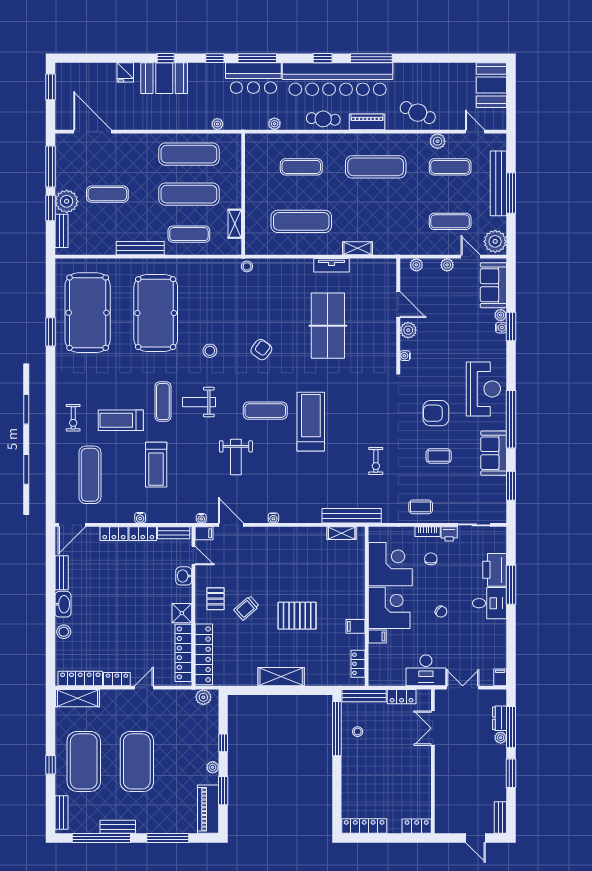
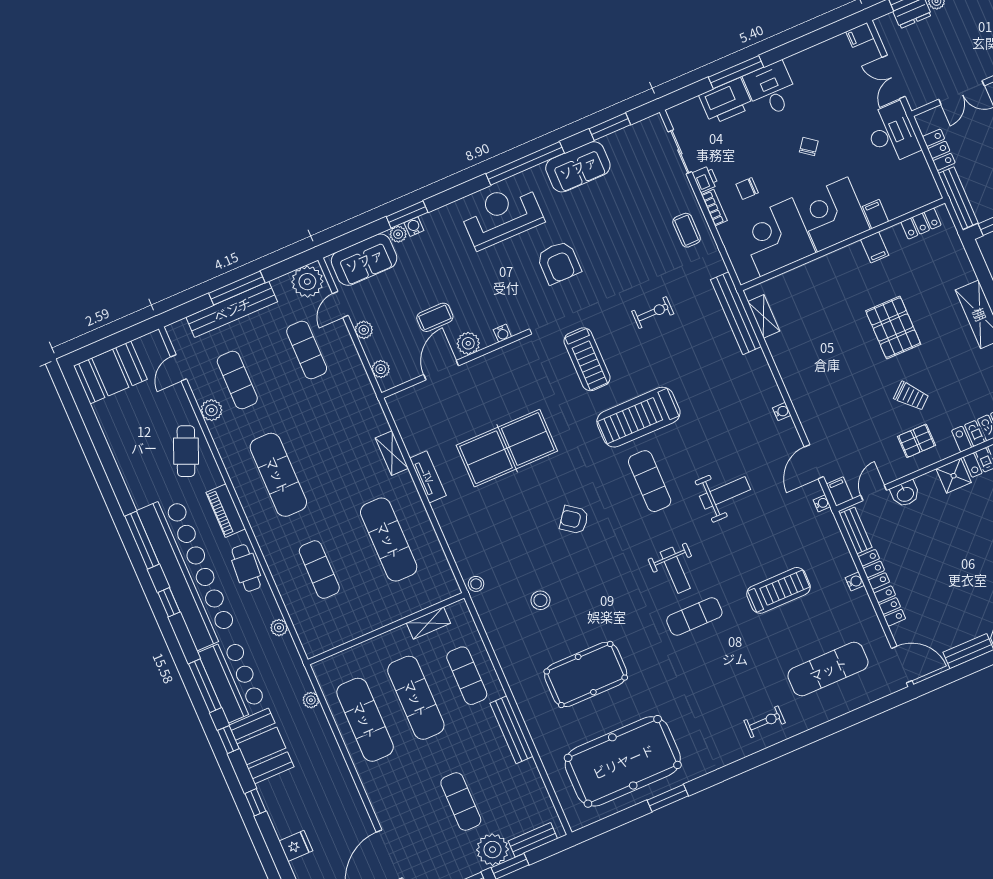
booth: (164, 78) -> (261, 746), moved
pool table: (156, 313) -> (586, 674), width x0.73, depth x0.76
stool: (210, 351) -> (540, 600), moved
treadmill: (121, 420) -> (587, 359), moved
coffee table: (439, 456) -> (435, 317), moved, turned 90

